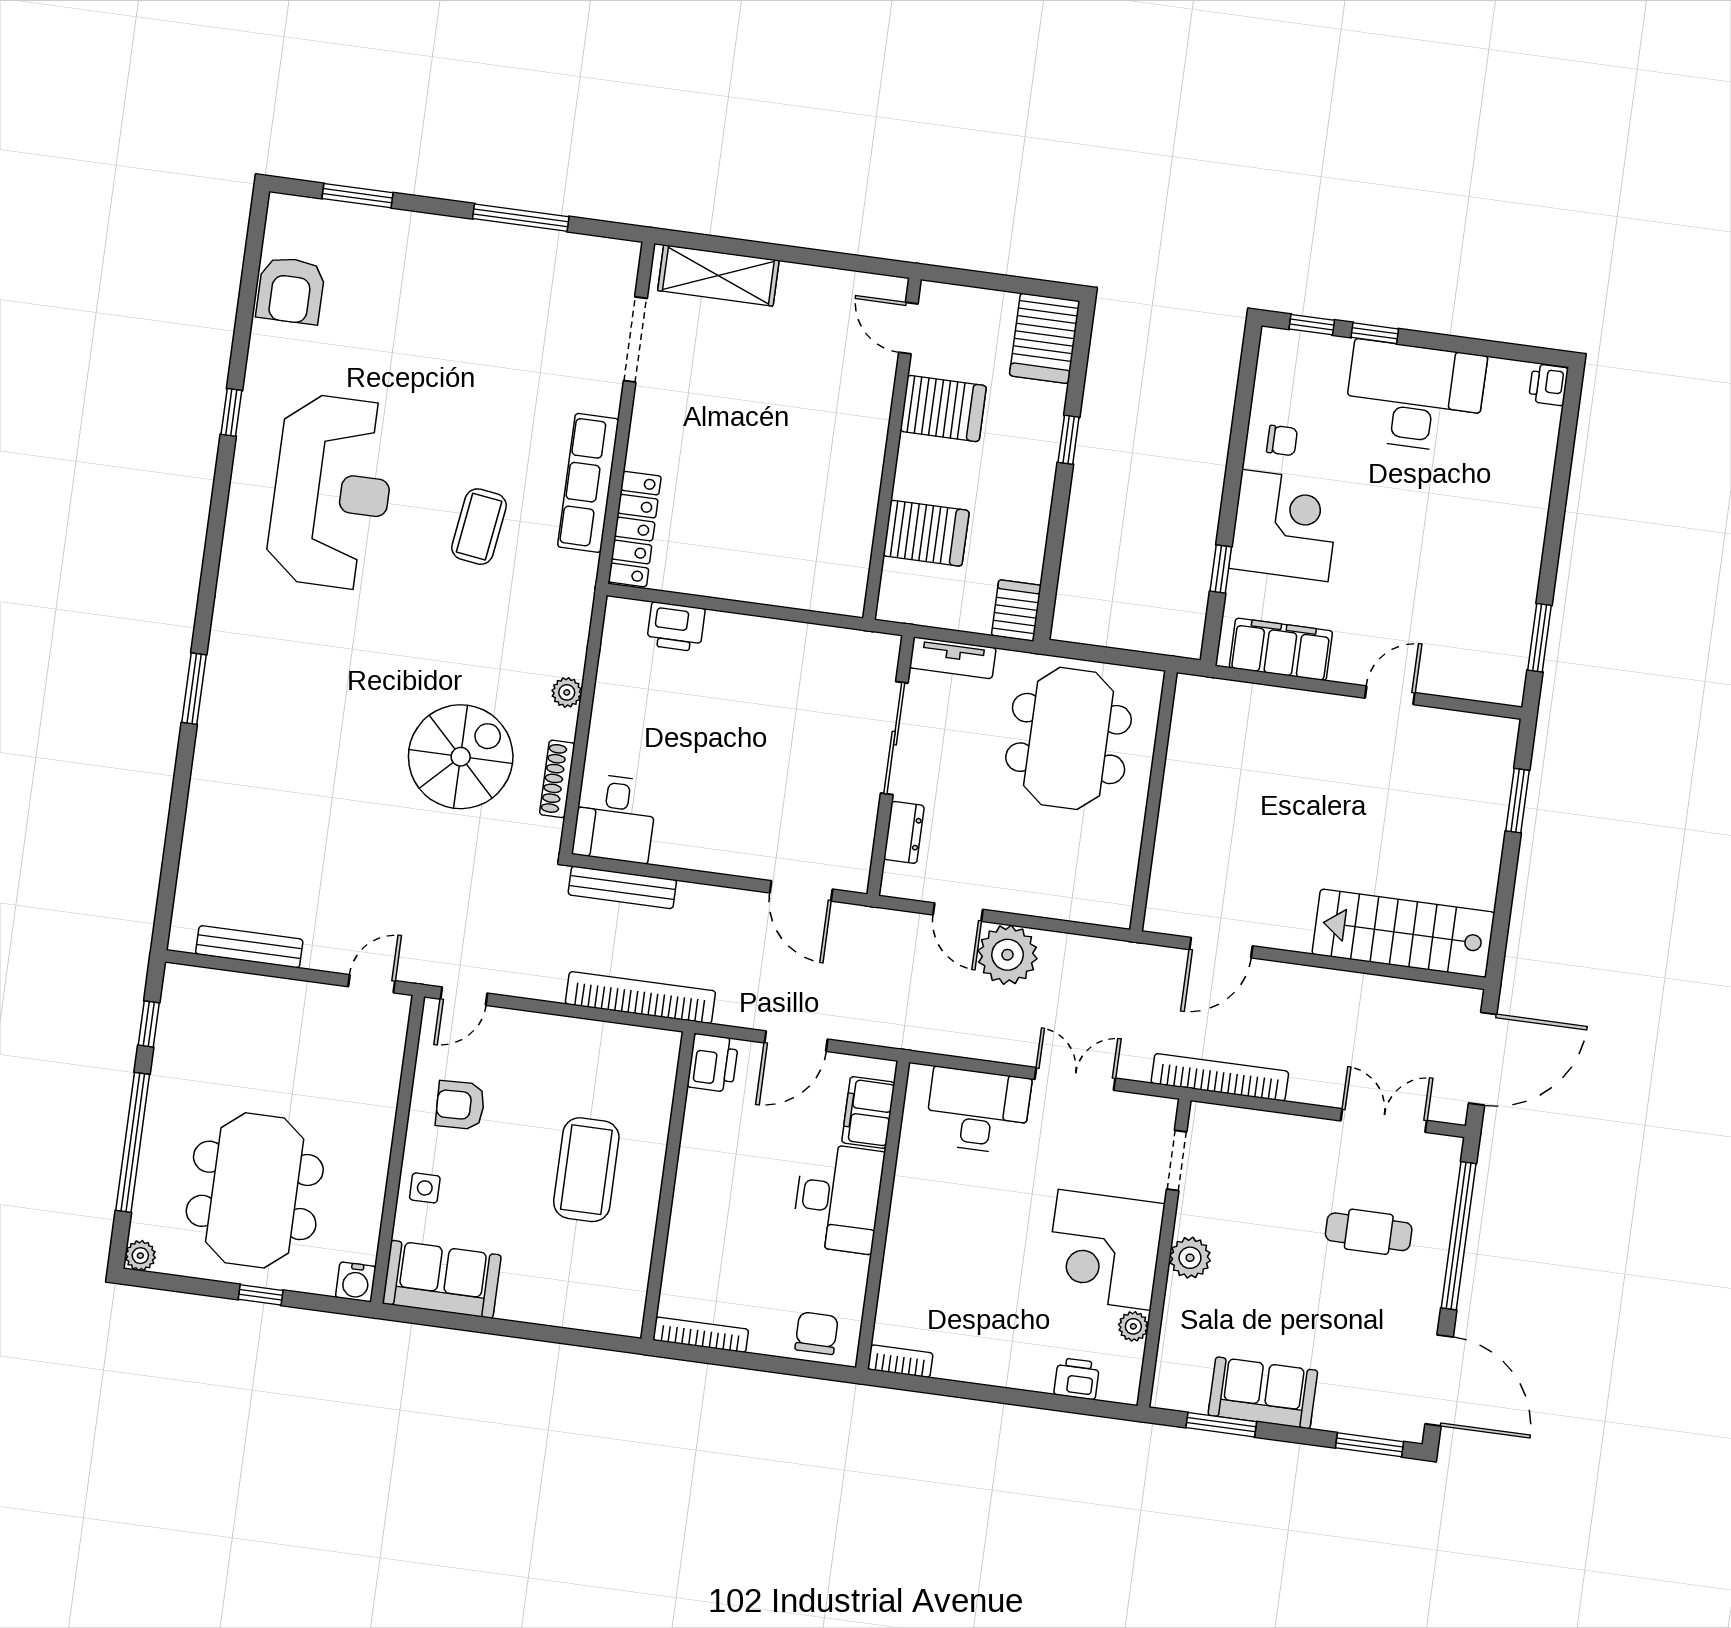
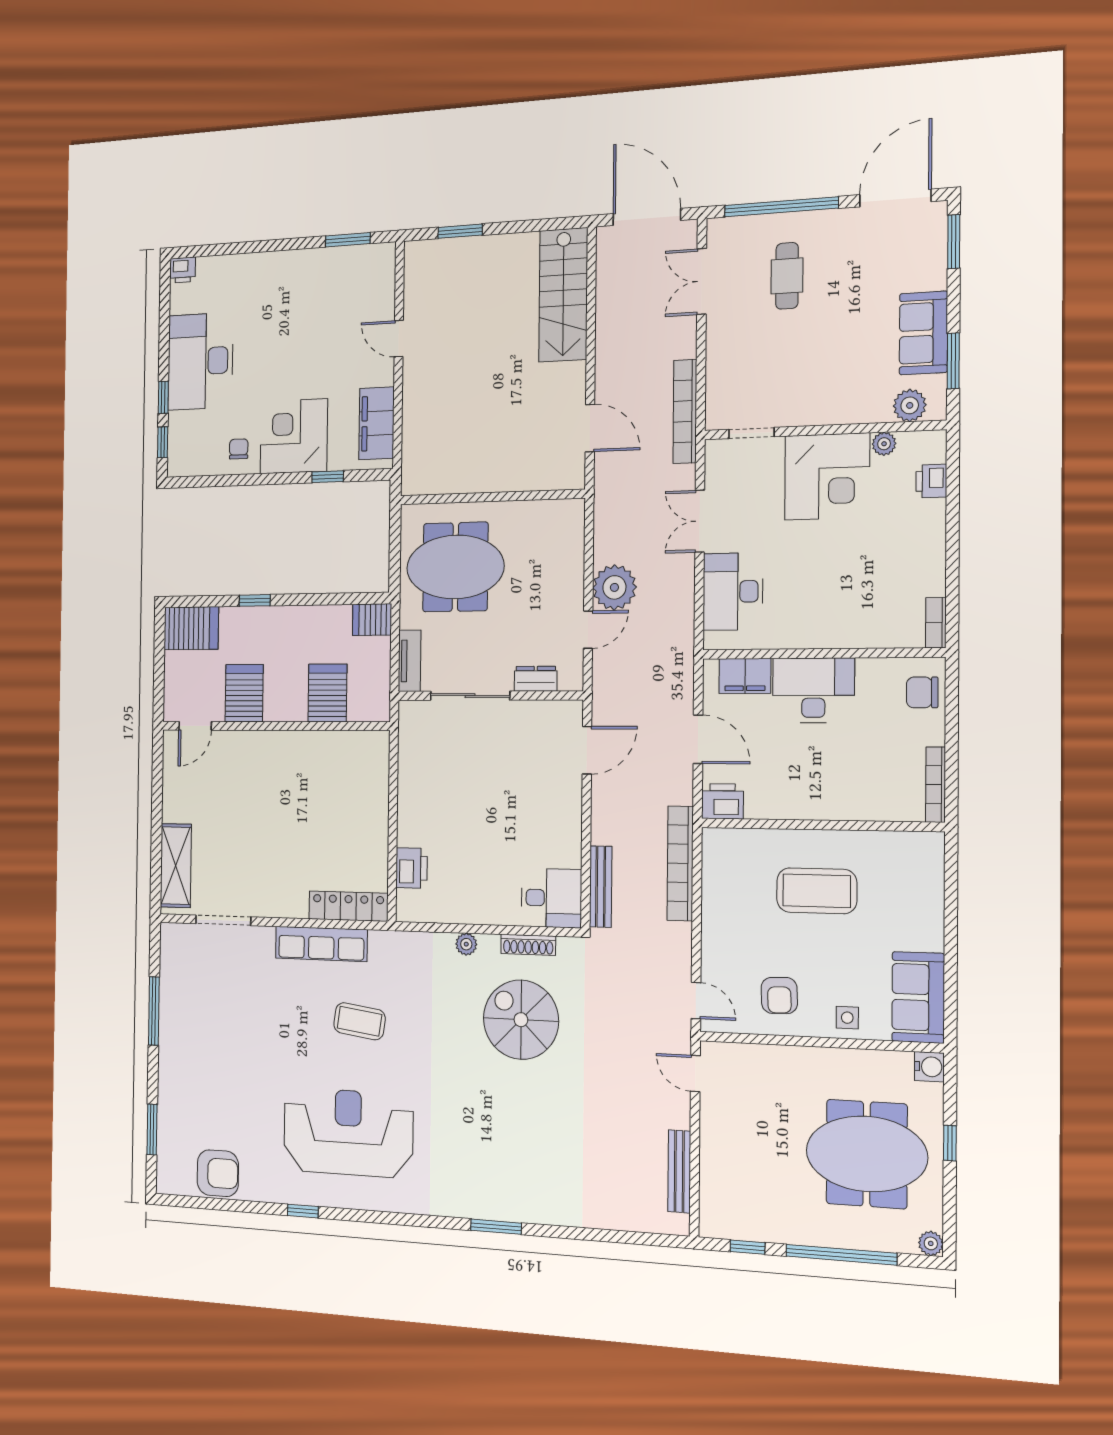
plant: (1190, 1258) -> (910, 405), moved

